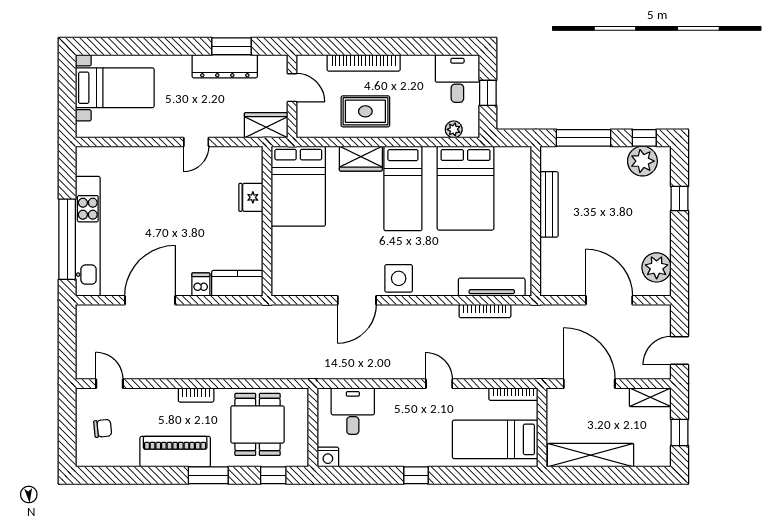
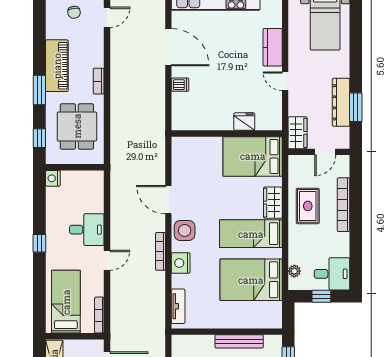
kitchen counter: (237, 283) -> (273, 47), moved, turned 180
nightstand: (443, 284) -> (181, 263), added
tv unit: (492, 287) -> (178, 306), width x0.71
bookcase: (485, 311) -> (160, 251), moved
desk: (353, 411) -> (87, 230), moved
dining table: (258, 424) -> (77, 126), turned 90

